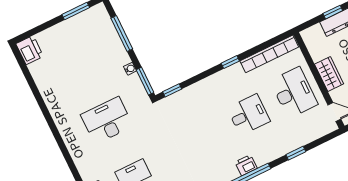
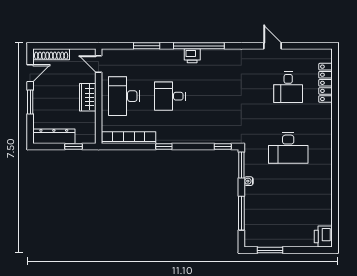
window: (333, 12) -> (74, 147), moved
window: (296, 153) -> (147, 46), width x1.50

